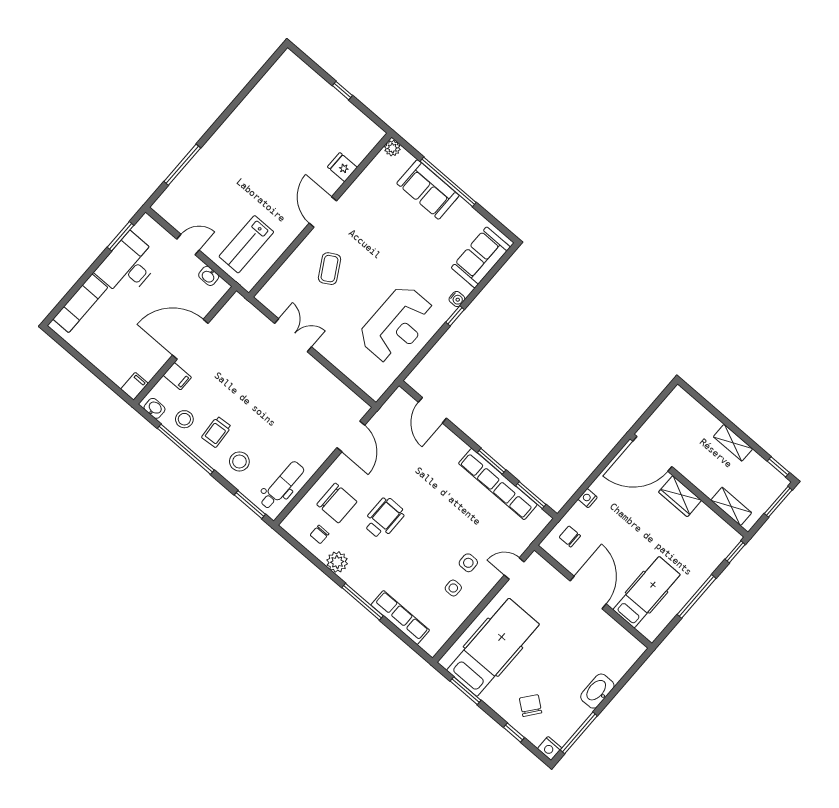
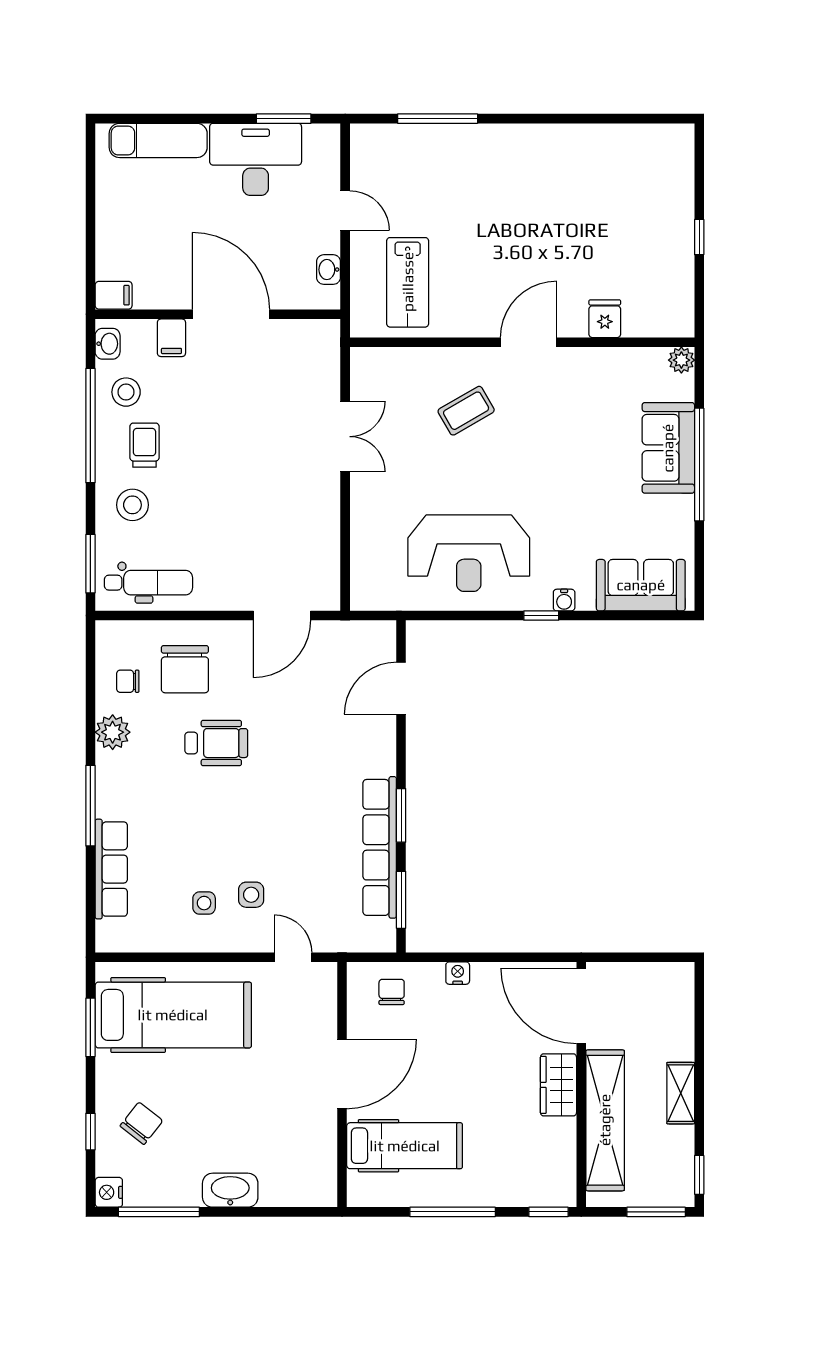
lab bench: (246, 244) -> (408, 282), turned -90
trolley: (216, 432) -> (145, 445), turned 94
shelving: (731, 506) -> (605, 1120), width x2.20, depth x1.33

